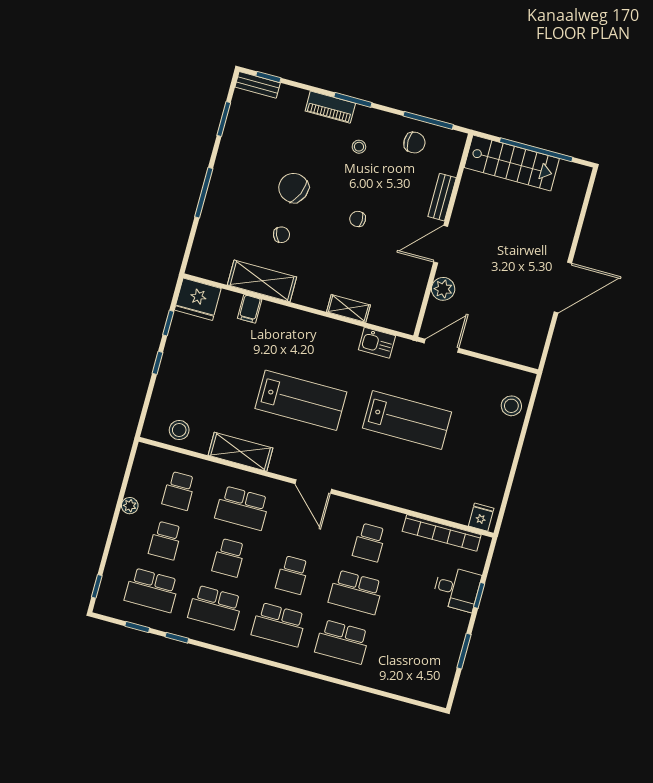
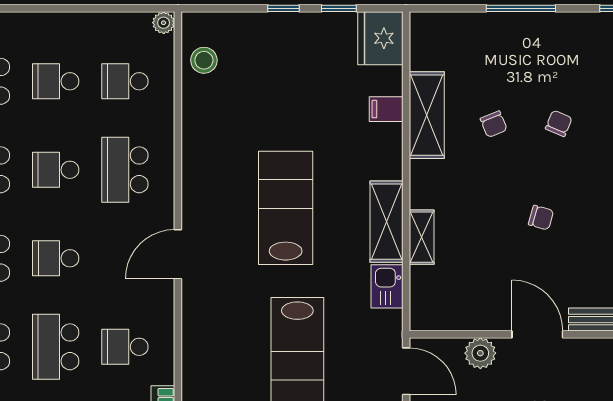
chair: (294, 188) -> (559, 123), width x0.54, depth x0.54
chair: (358, 219) -> (541, 218), turned 106
lab bench: (301, 400) -> (286, 208), turned 180
shelving: (241, 452) -> (386, 222), moved
plant: (130, 506) -> (164, 23), moved

